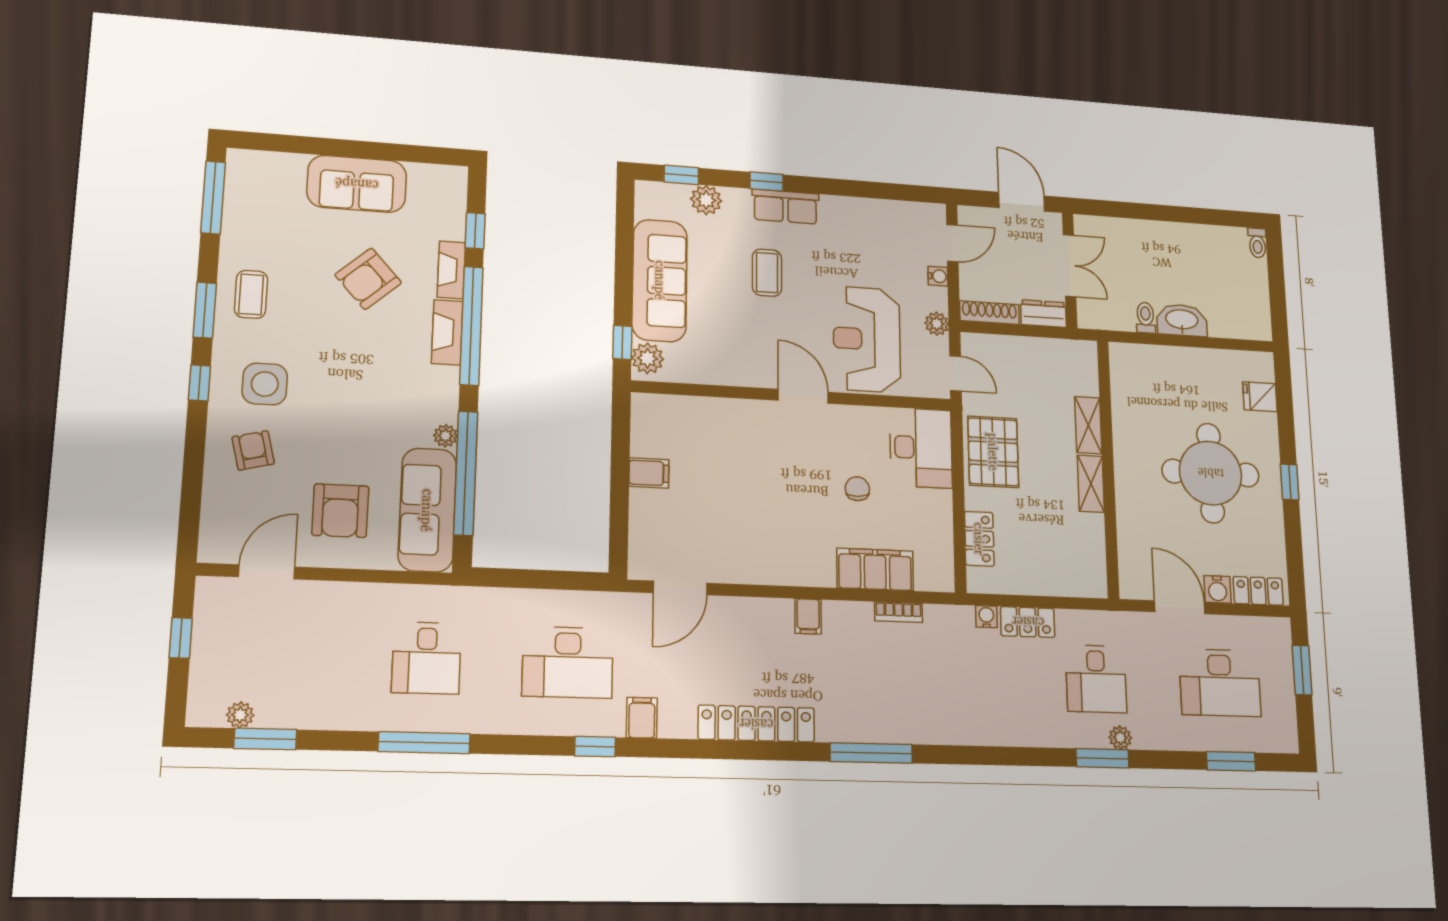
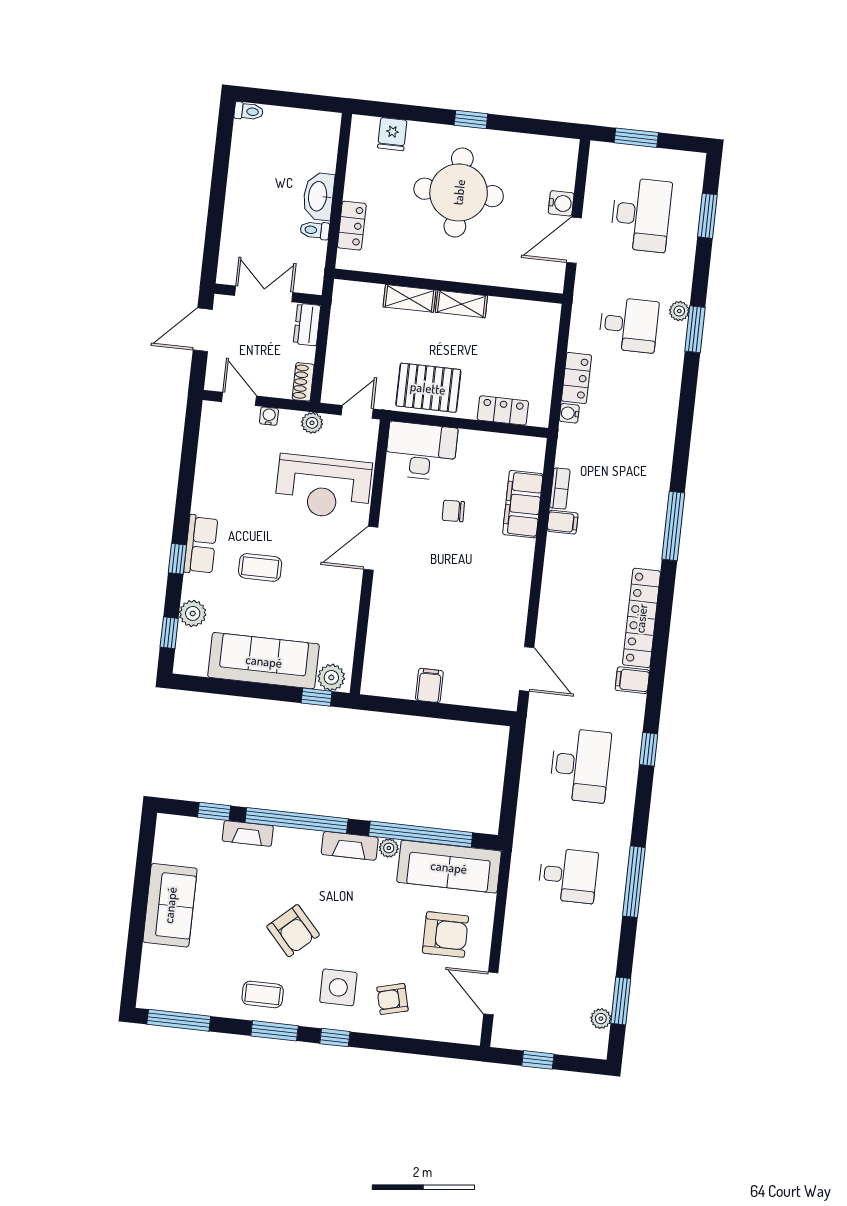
armchair: (368, 279) -> (293, 931), moved
shoe rack: (989, 313) -> (303, 382), width x0.70
fireplace: (447, 332) -> (350, 846), moved
locker: (1258, 591) -> (352, 226), moved, turned 180
filing cabinet: (808, 616) -> (563, 522), moved
filing cabinet: (642, 718) -> (632, 680), moved

